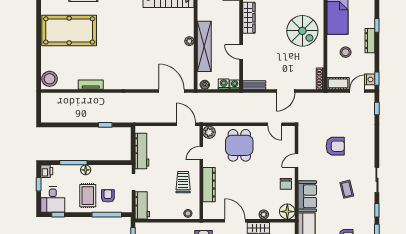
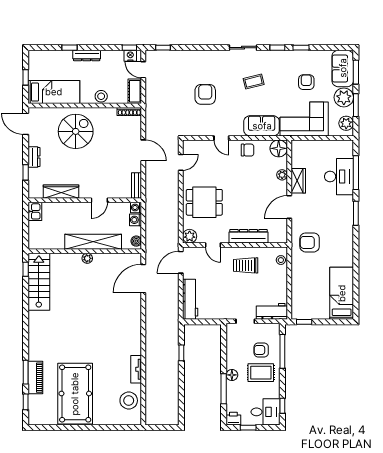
stool: (346, 52) -> (101, 96), moved
stool: (50, 79) -> (129, 401), moved
workbench: (142, 151) -> (190, 299), moved, turned 90

